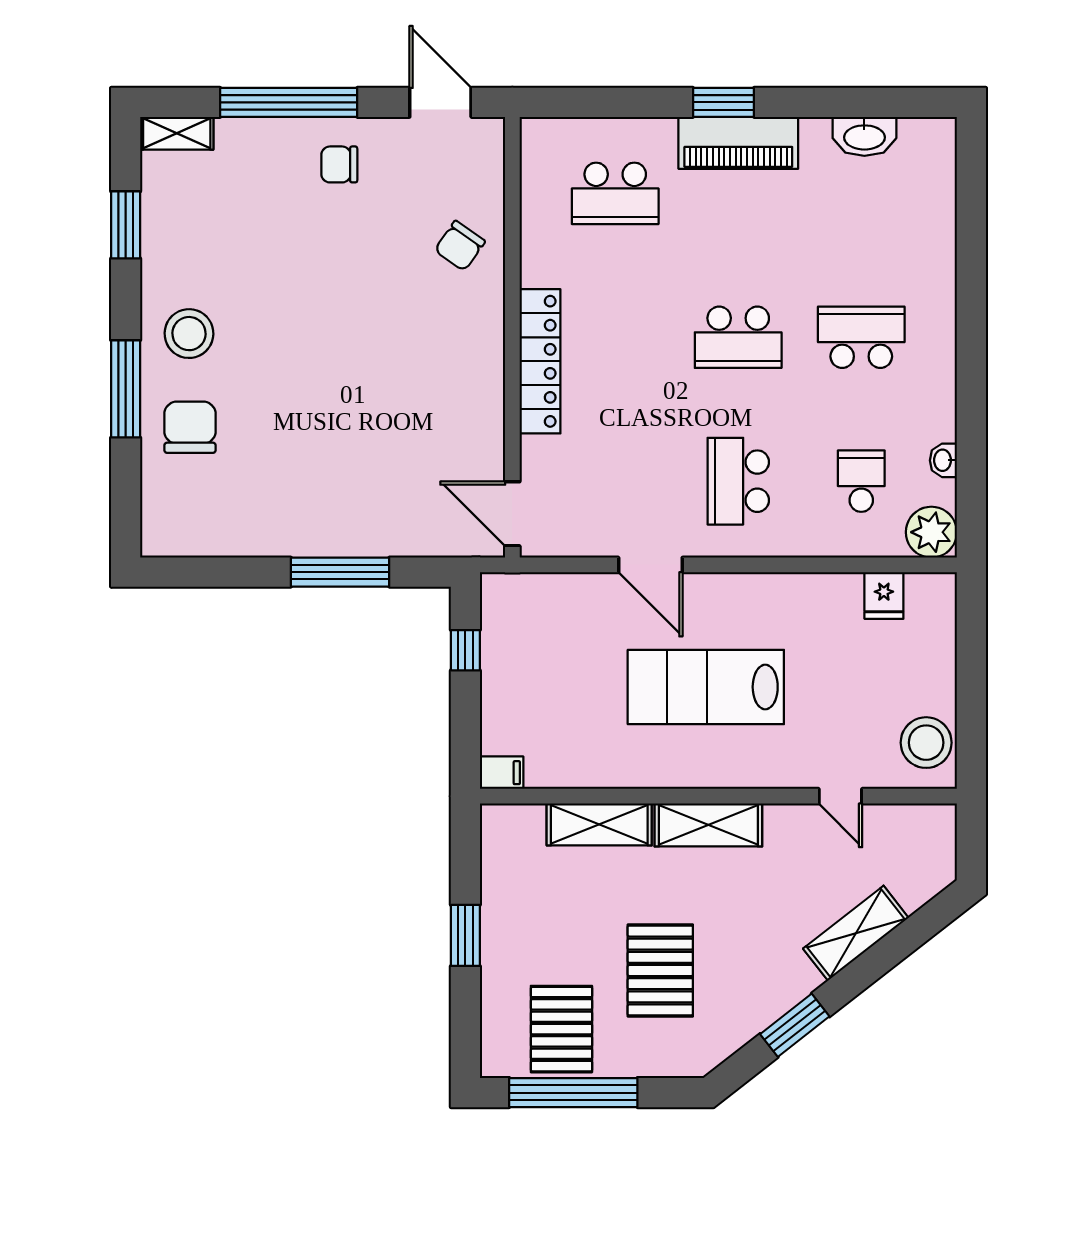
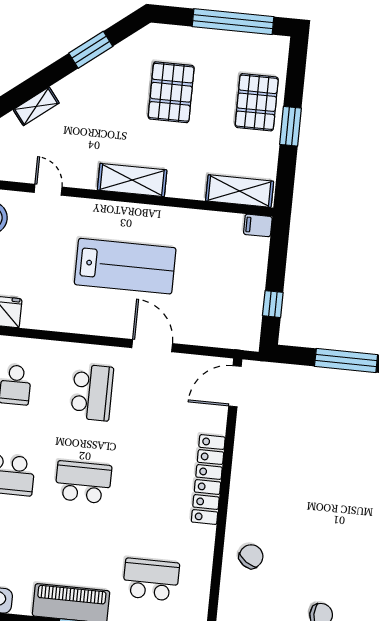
door: (512, 514) -> (235, 386), swing flipped
shelving: (599, 824) -> (240, 191), moved
shelving: (856, 933) -> (36, 106), width x0.67, depth x0.75
pallet: (561, 1029) -> (257, 102), moved

